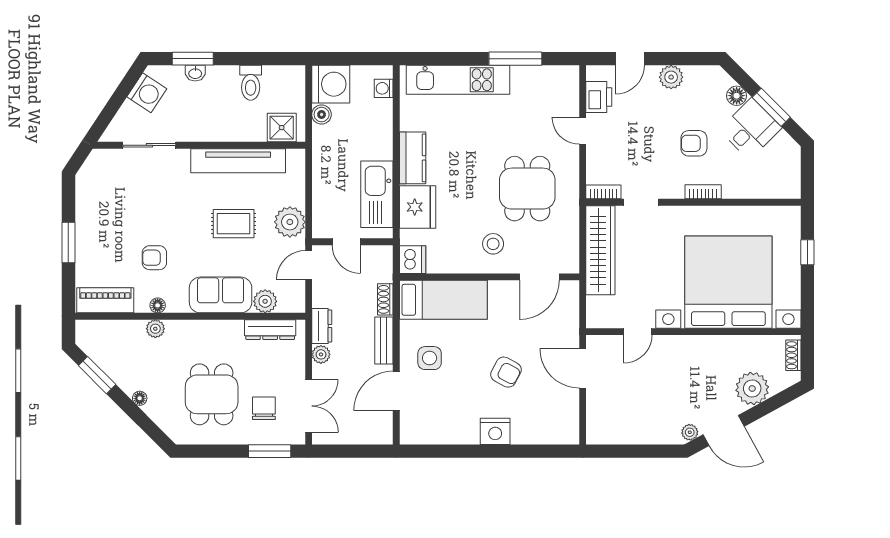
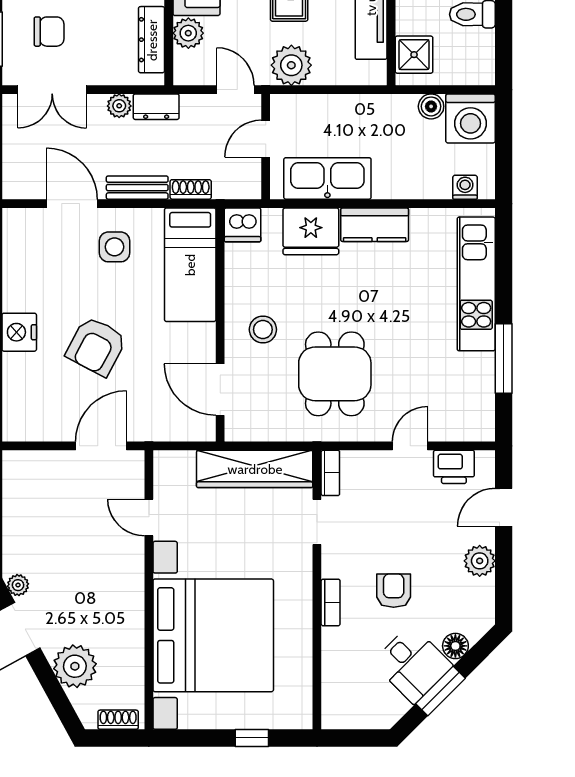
door: (630, 59) -> (504, 507), hinge flipped
dining table: (527, 189) -> (335, 374), turned 90
armchair: (506, 372) -> (96, 346), width x1.38, depth x1.38

